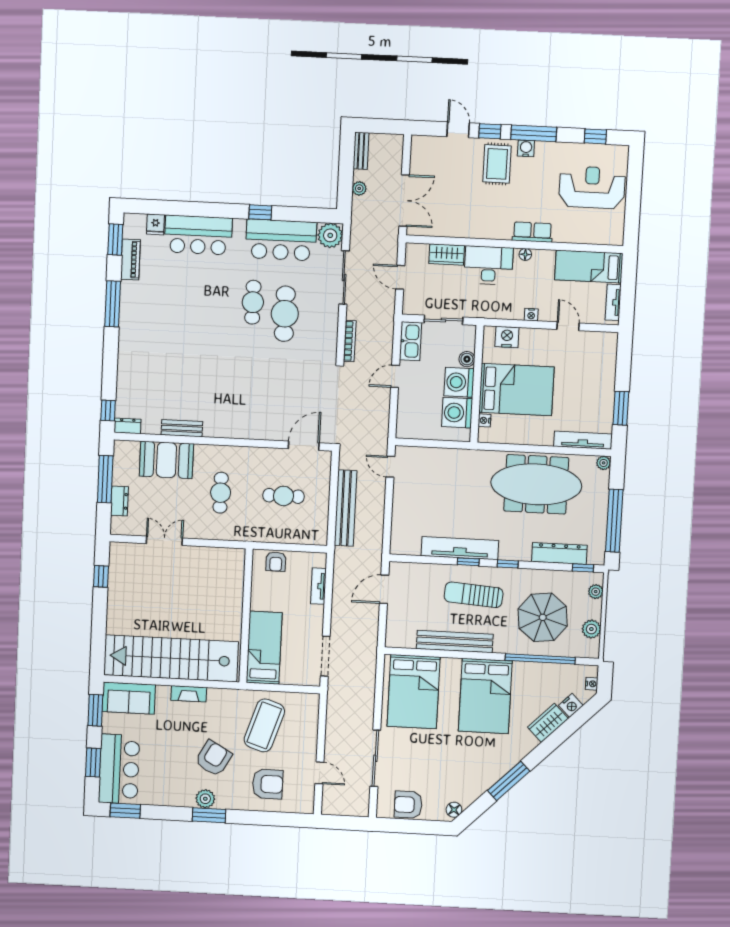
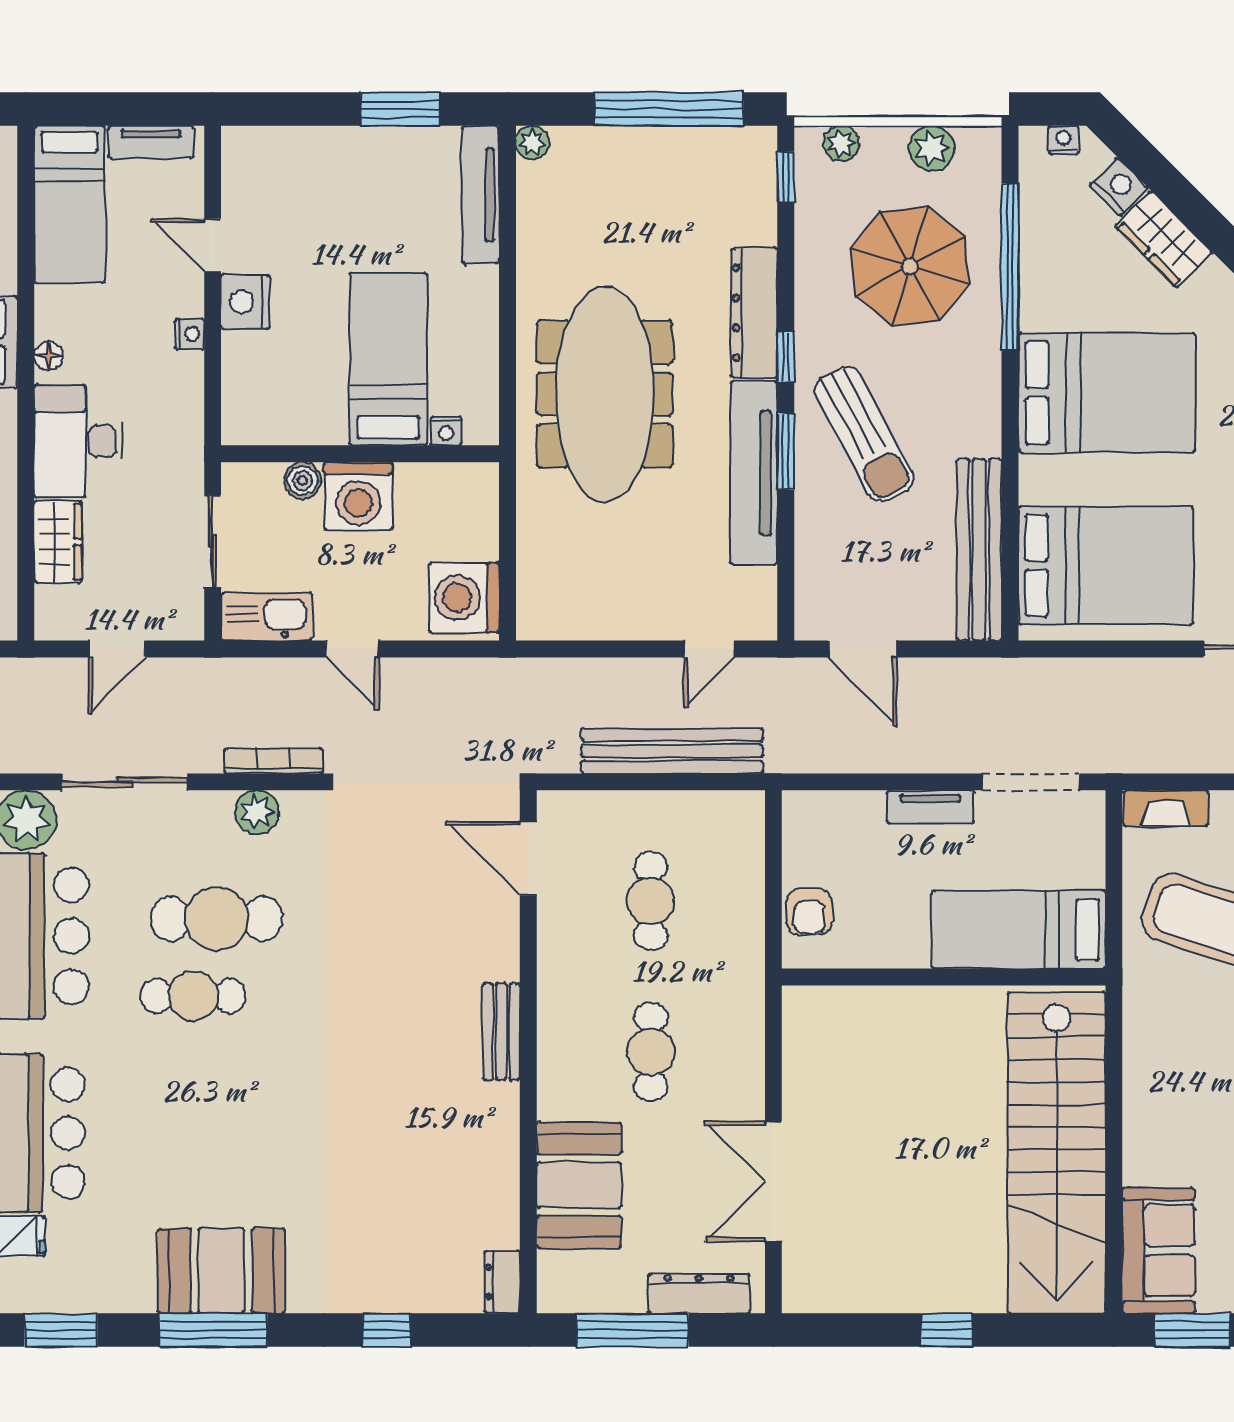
piano: (130, 259) -> (106, 1292), removed
booth: (137, 308) -> (221, 1271), added
door: (568, 326) -> (213, 245), hinge flipped
plant: (329, 333) -> (257, 812), added
nightstand: (507, 337) -> (245, 302), moved
bed: (516, 390) -> (388, 359), width x0.67
window: (108, 410) -> (387, 1330), moved
washing machine: (457, 413) -> (464, 598), moved, turned 90
bench: (182, 428) -> (501, 1032), moved
door: (390, 467) -> (709, 649), moved
meeting table: (536, 484) -> (605, 394), moved
cafe table: (221, 493) -> (651, 1052), turned 90
dresser: (119, 501) -> (699, 1294), width x1.44
double door: (164, 541) -> (773, 1181), width x1.37
dresser: (559, 553) -> (754, 313), moved
armchair: (276, 562) -> (809, 912), turned 90
window: (468, 562) -> (786, 451), width x1.50
window: (101, 576) -> (947, 1330), moved
tv unit: (318, 586) -> (930, 807), moved
sun lounger: (474, 595) -> (864, 434), turned -32
bench: (455, 641) -> (979, 550), moved
fireplace: (189, 694) -> (1166, 808), moved, turned 90

